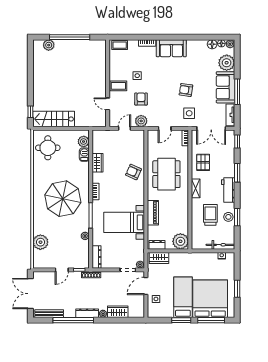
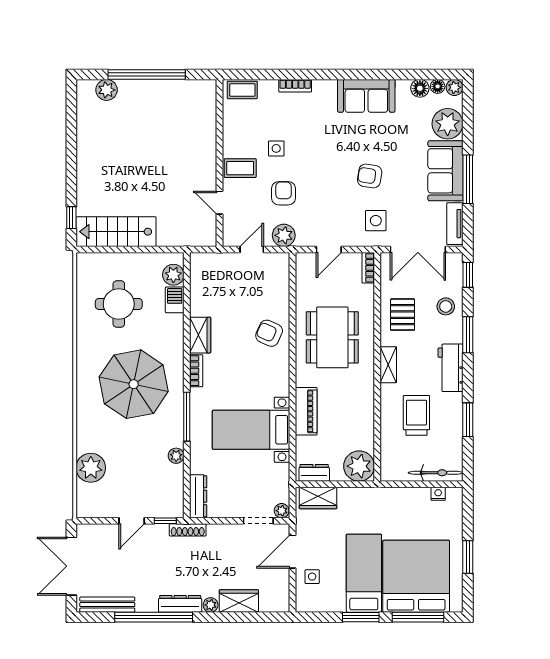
sofa: (171, 48) -> (366, 96), moved
round table: (48, 148) -> (119, 304), moved
wardrobe: (98, 163) -> (200, 335), moved
stool: (228, 217) -> (446, 306), moved

